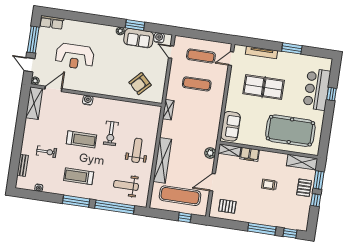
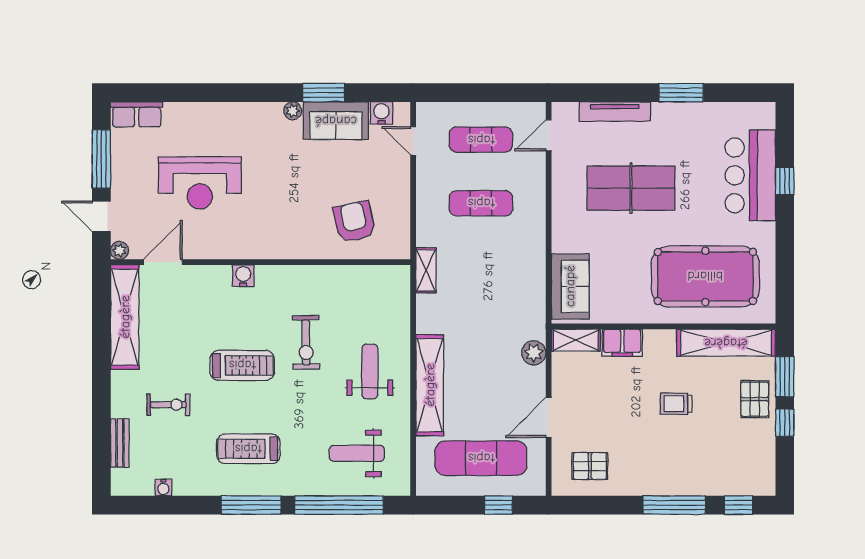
armchair: (140, 84) -> (354, 222), turned 124
shelving: (34, 103) -> (125, 317), width x1.47
shelving: (302, 162) -> (726, 343), width x1.47

